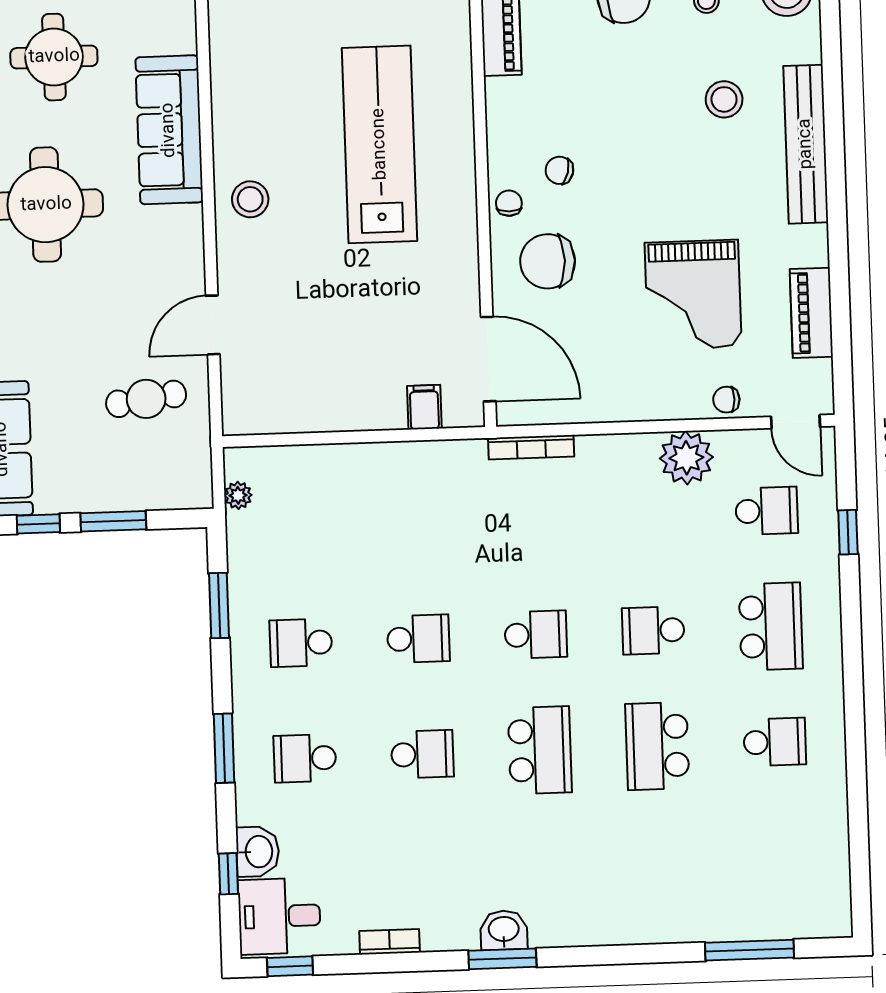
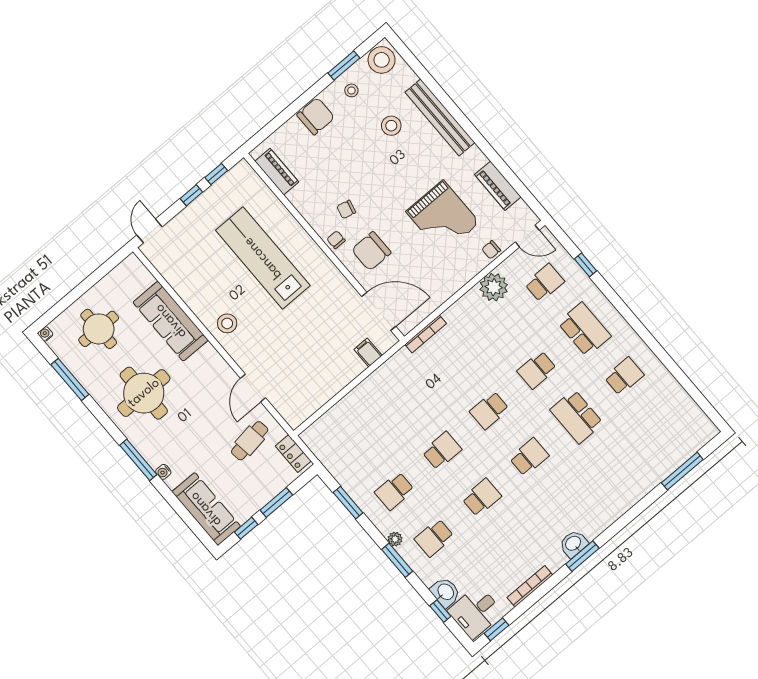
locker: (196, 469) -> (293, 453), added
plant: (238, 495) -> (395, 539), moved
school desk: (536, 635) -> (489, 410), turned 180
school desk: (540, 750) -> (529, 457), width x0.54
bookcase: (390, 942) -> (530, 586), width x1.56

